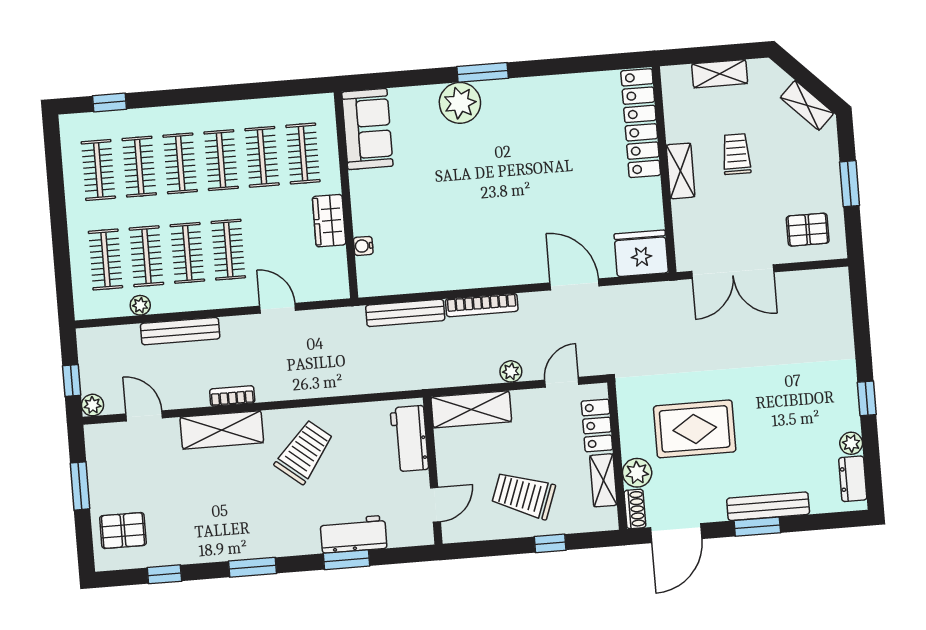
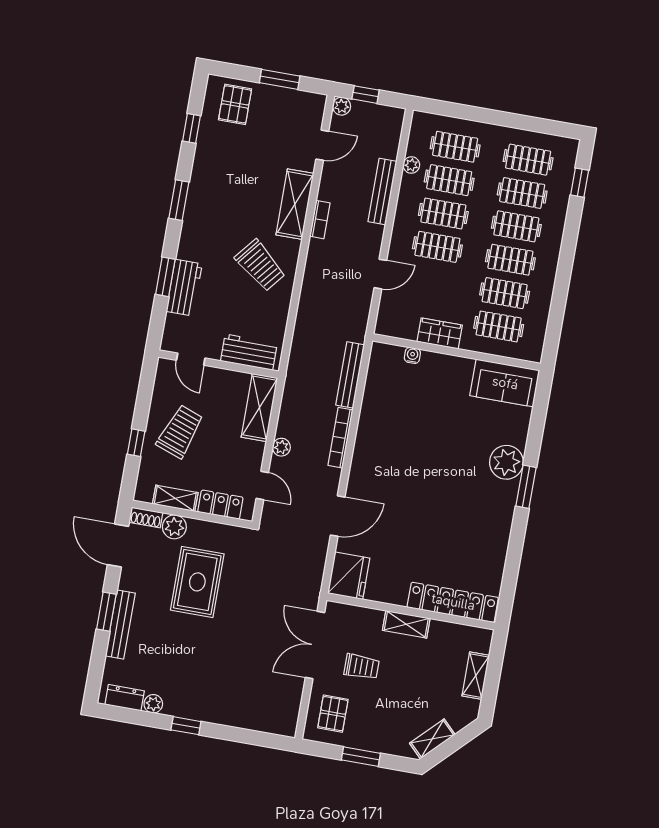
trolley: (736, 154) -> (362, 667), moved

